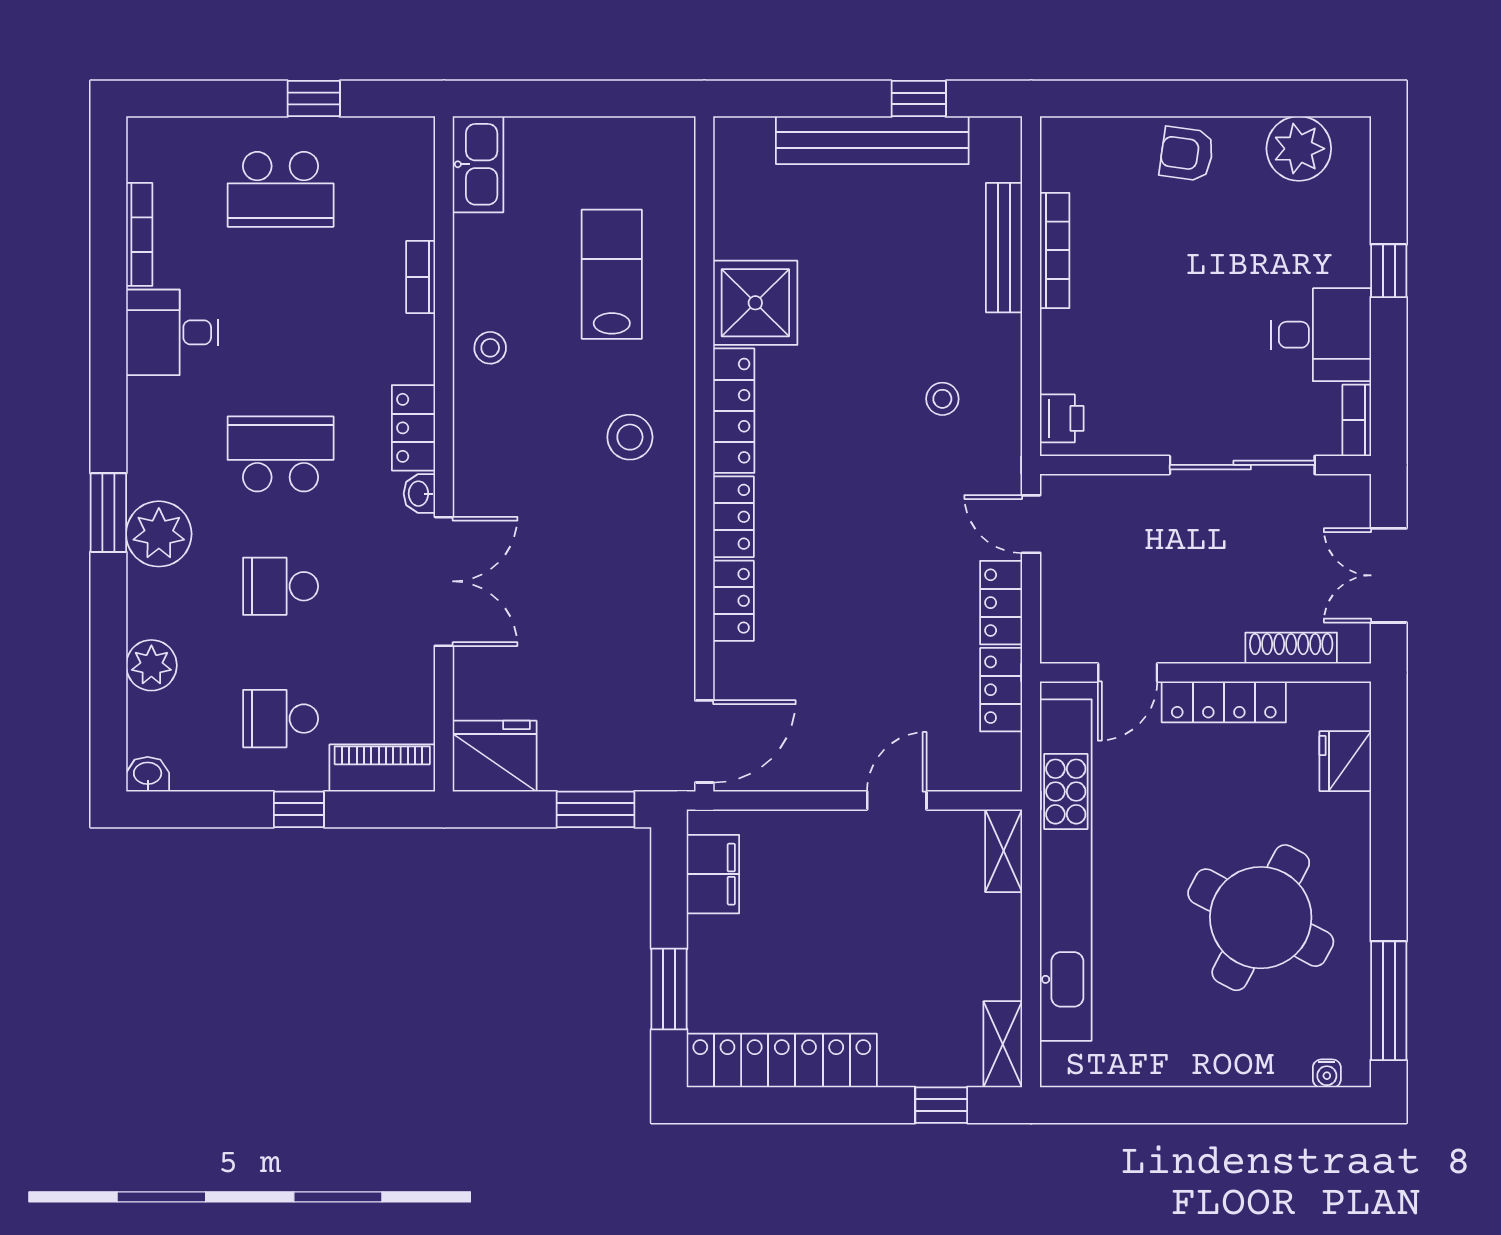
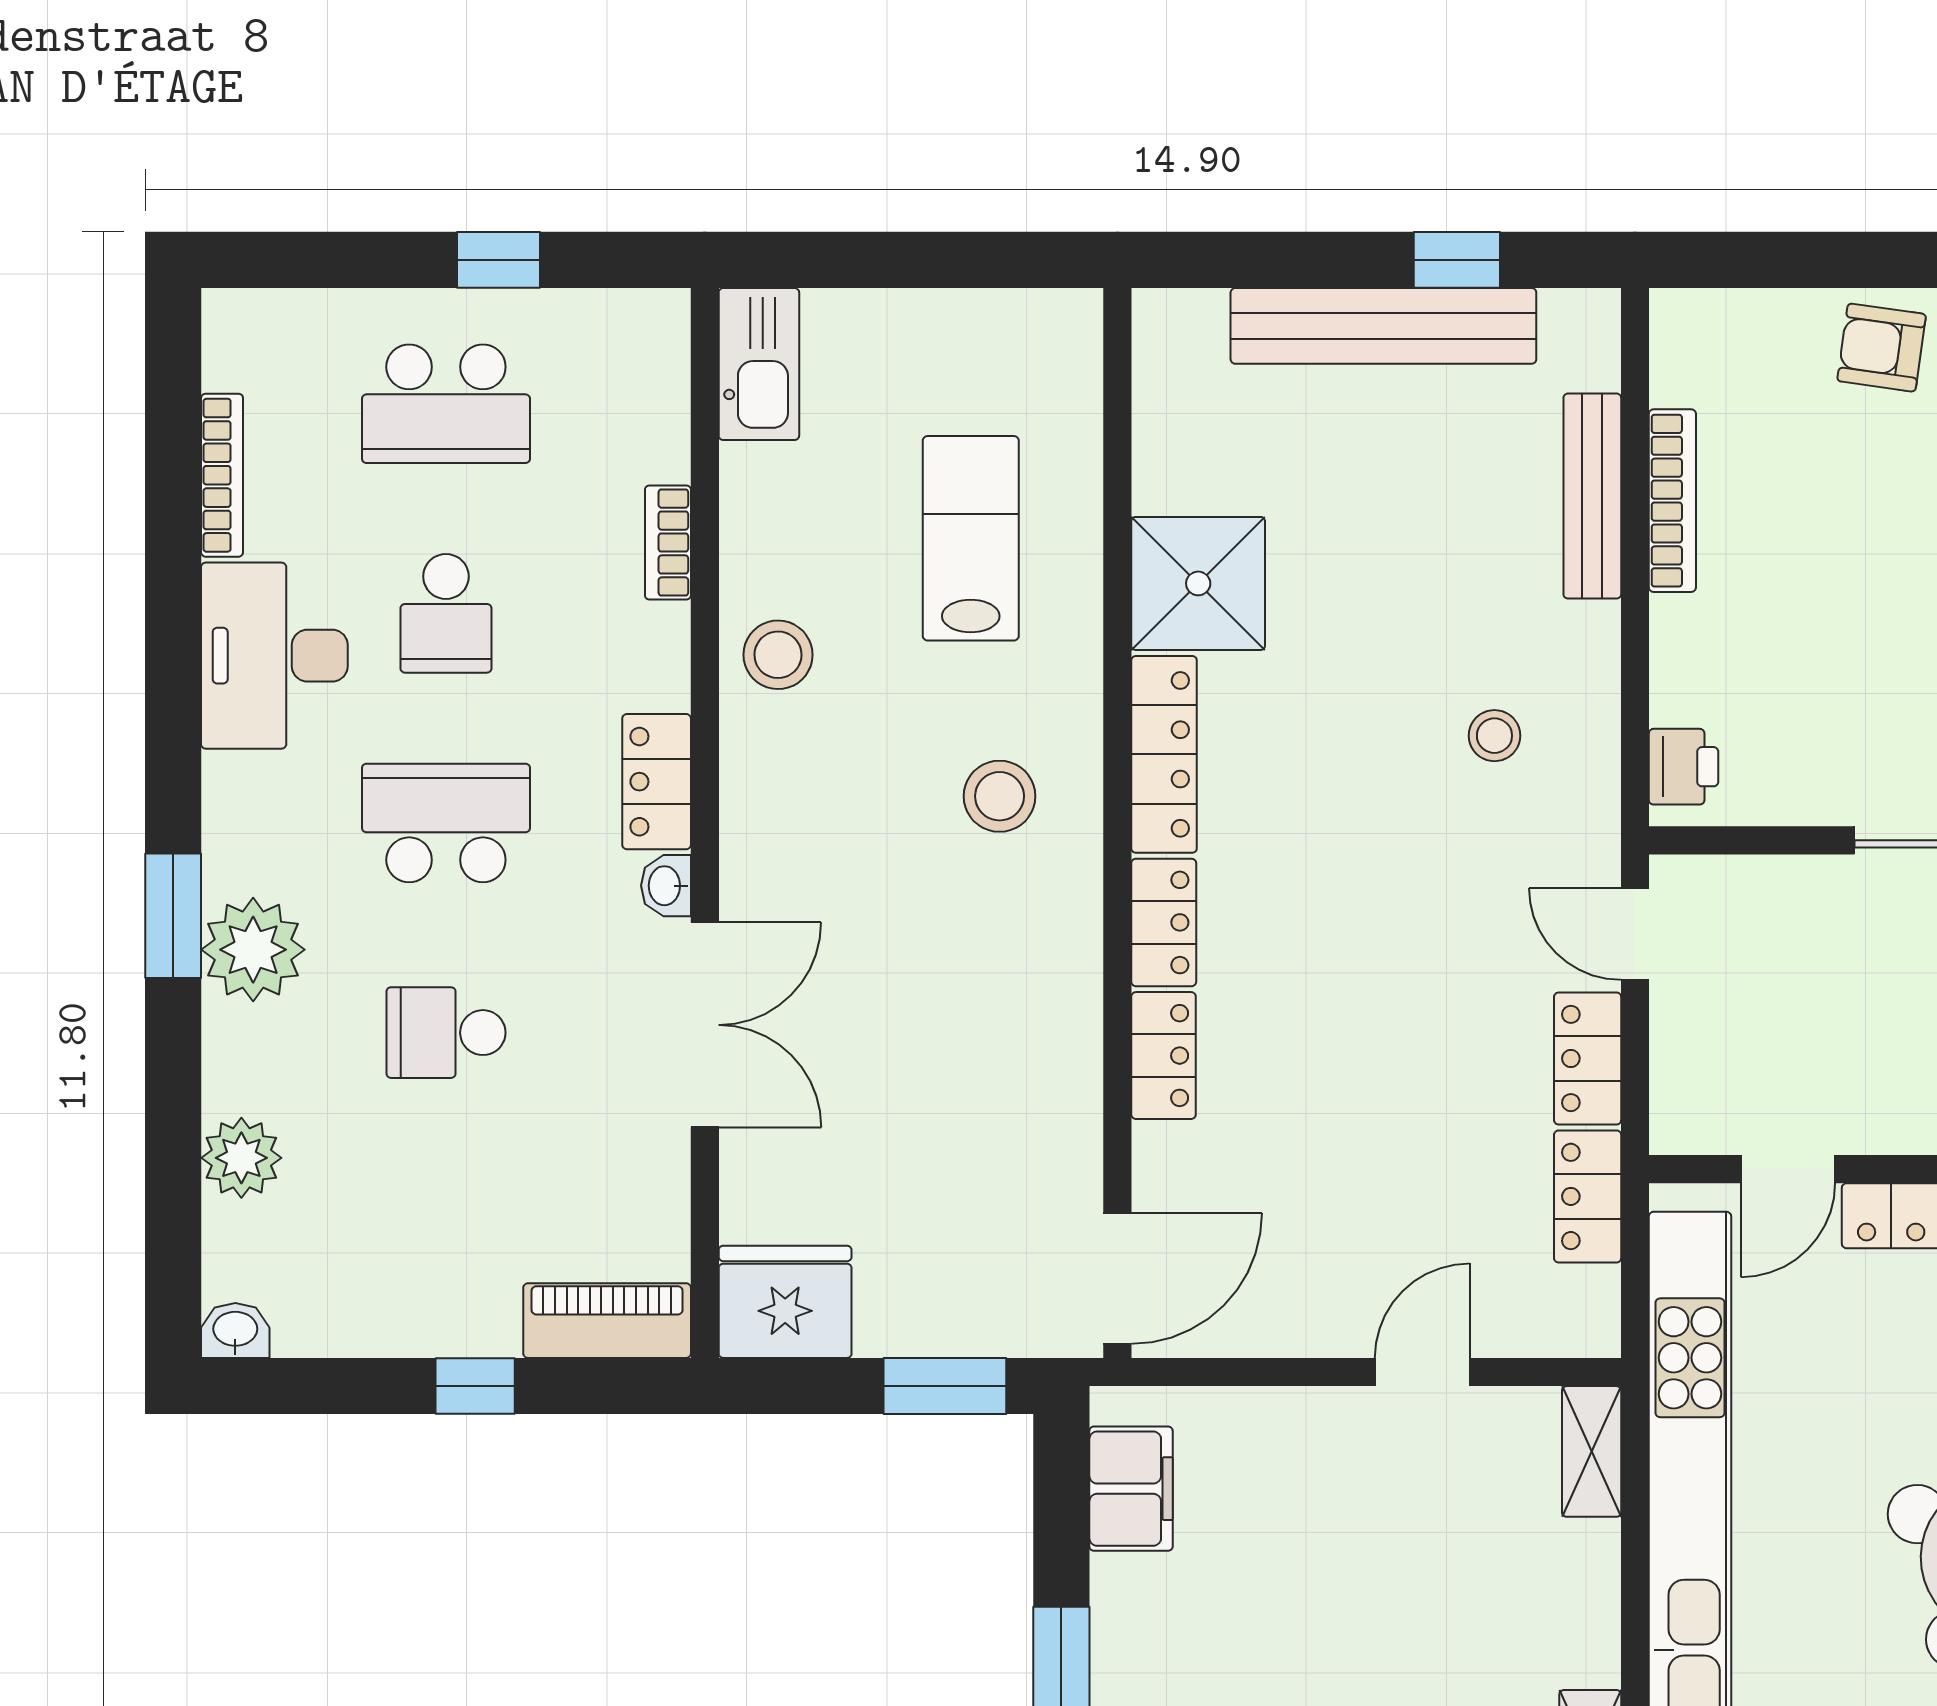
desk: (172, 332) -> (274, 656), width x1.37
stool: (490, 348) -> (778, 655), width x1.37, depth x1.37
school desk: (281, 719) -> (446, 613), moved, turned -90

